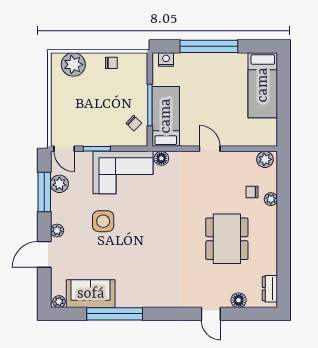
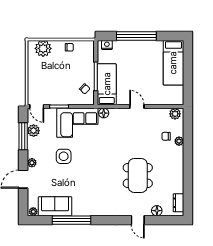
dining table: (227, 239) -> (138, 175), moved

